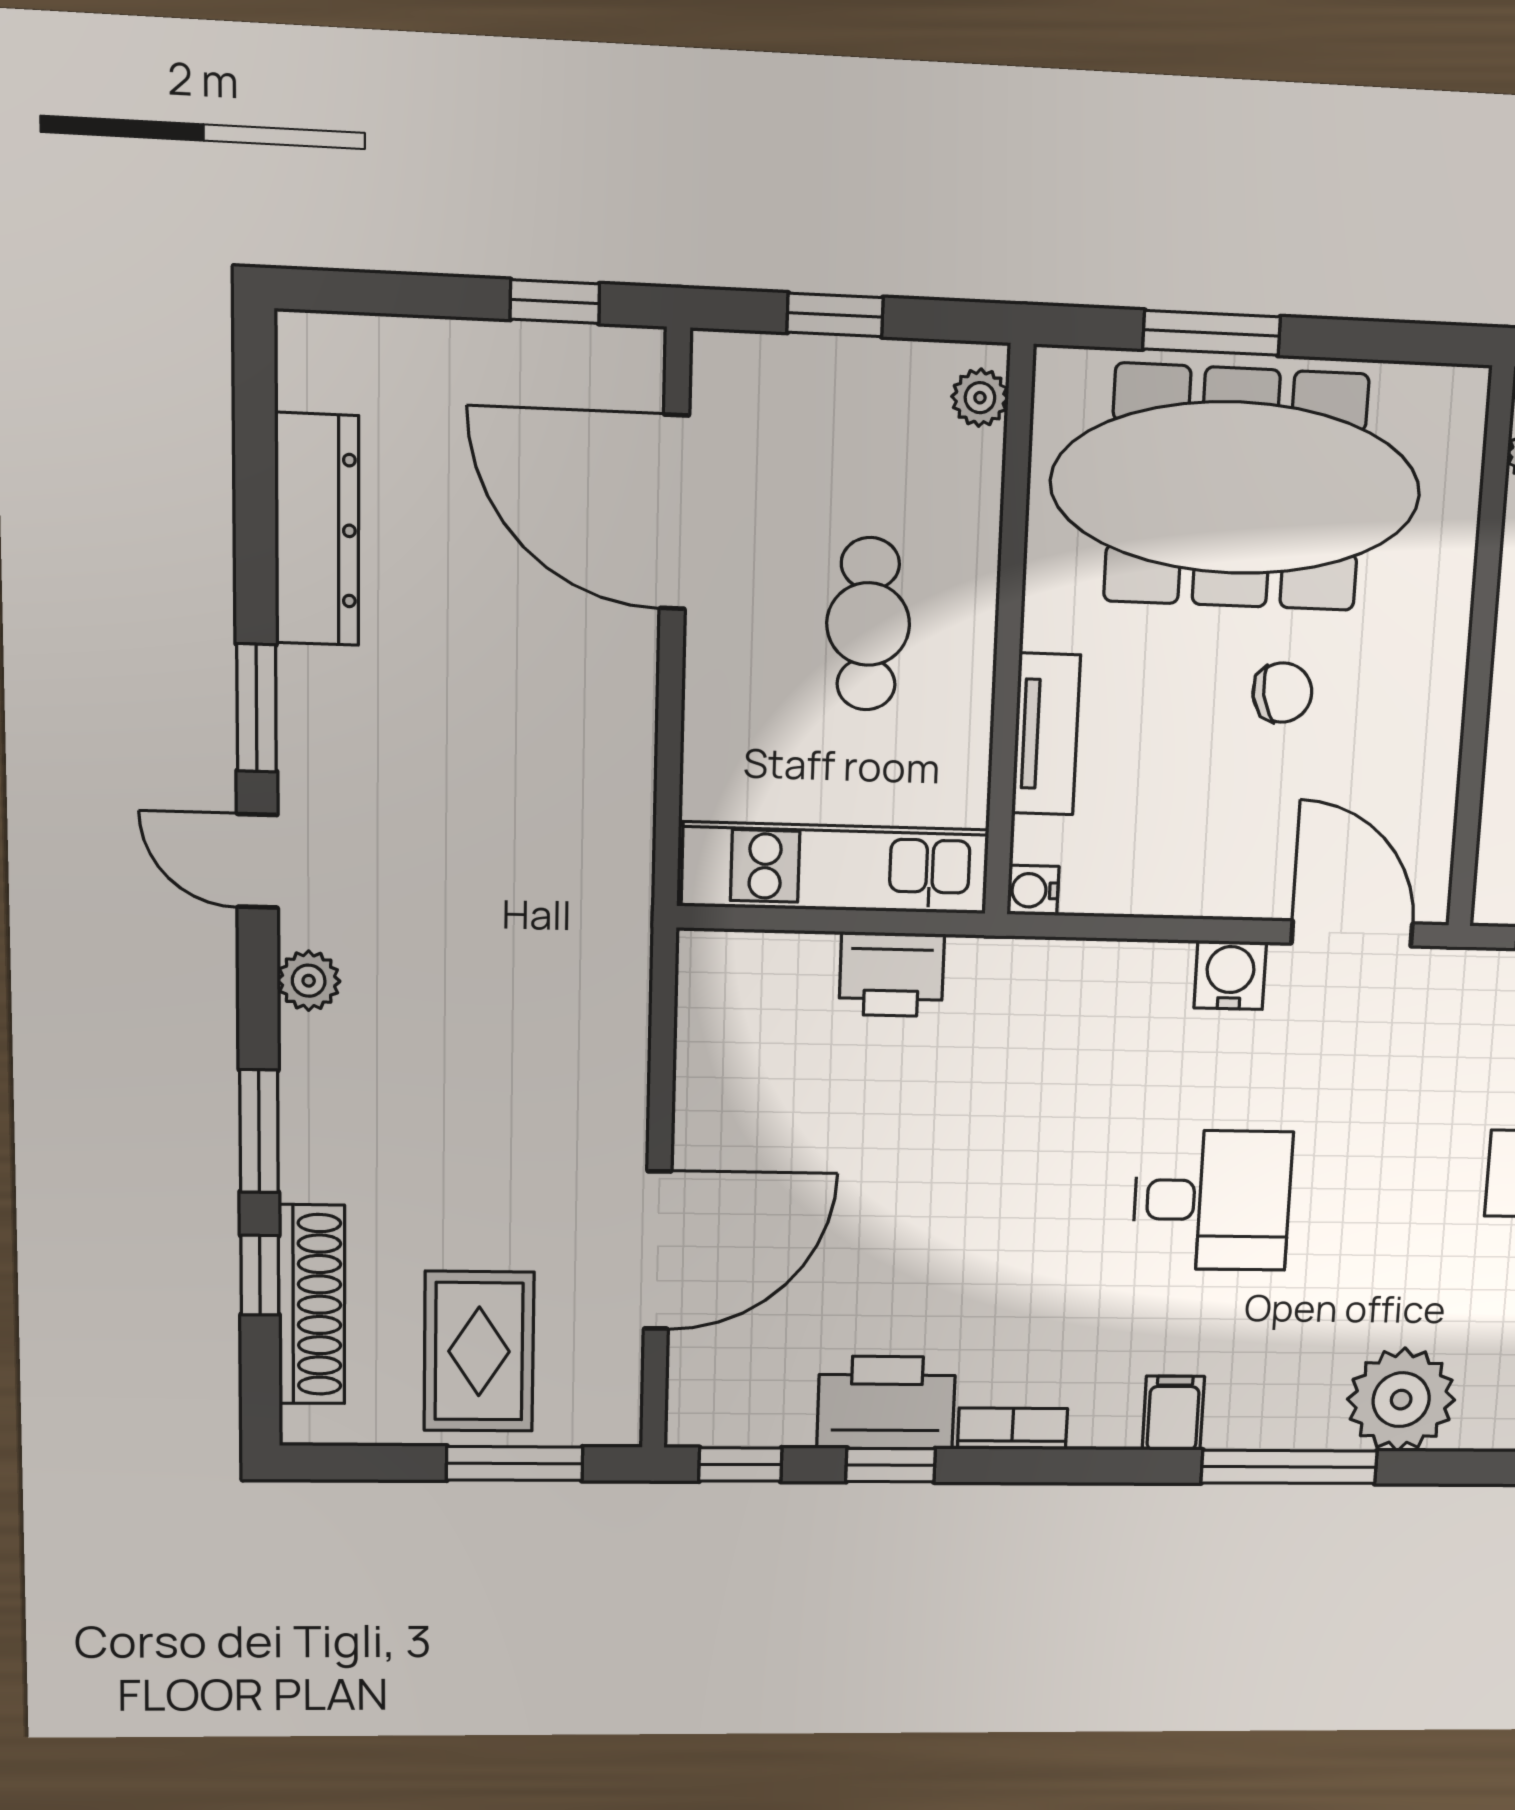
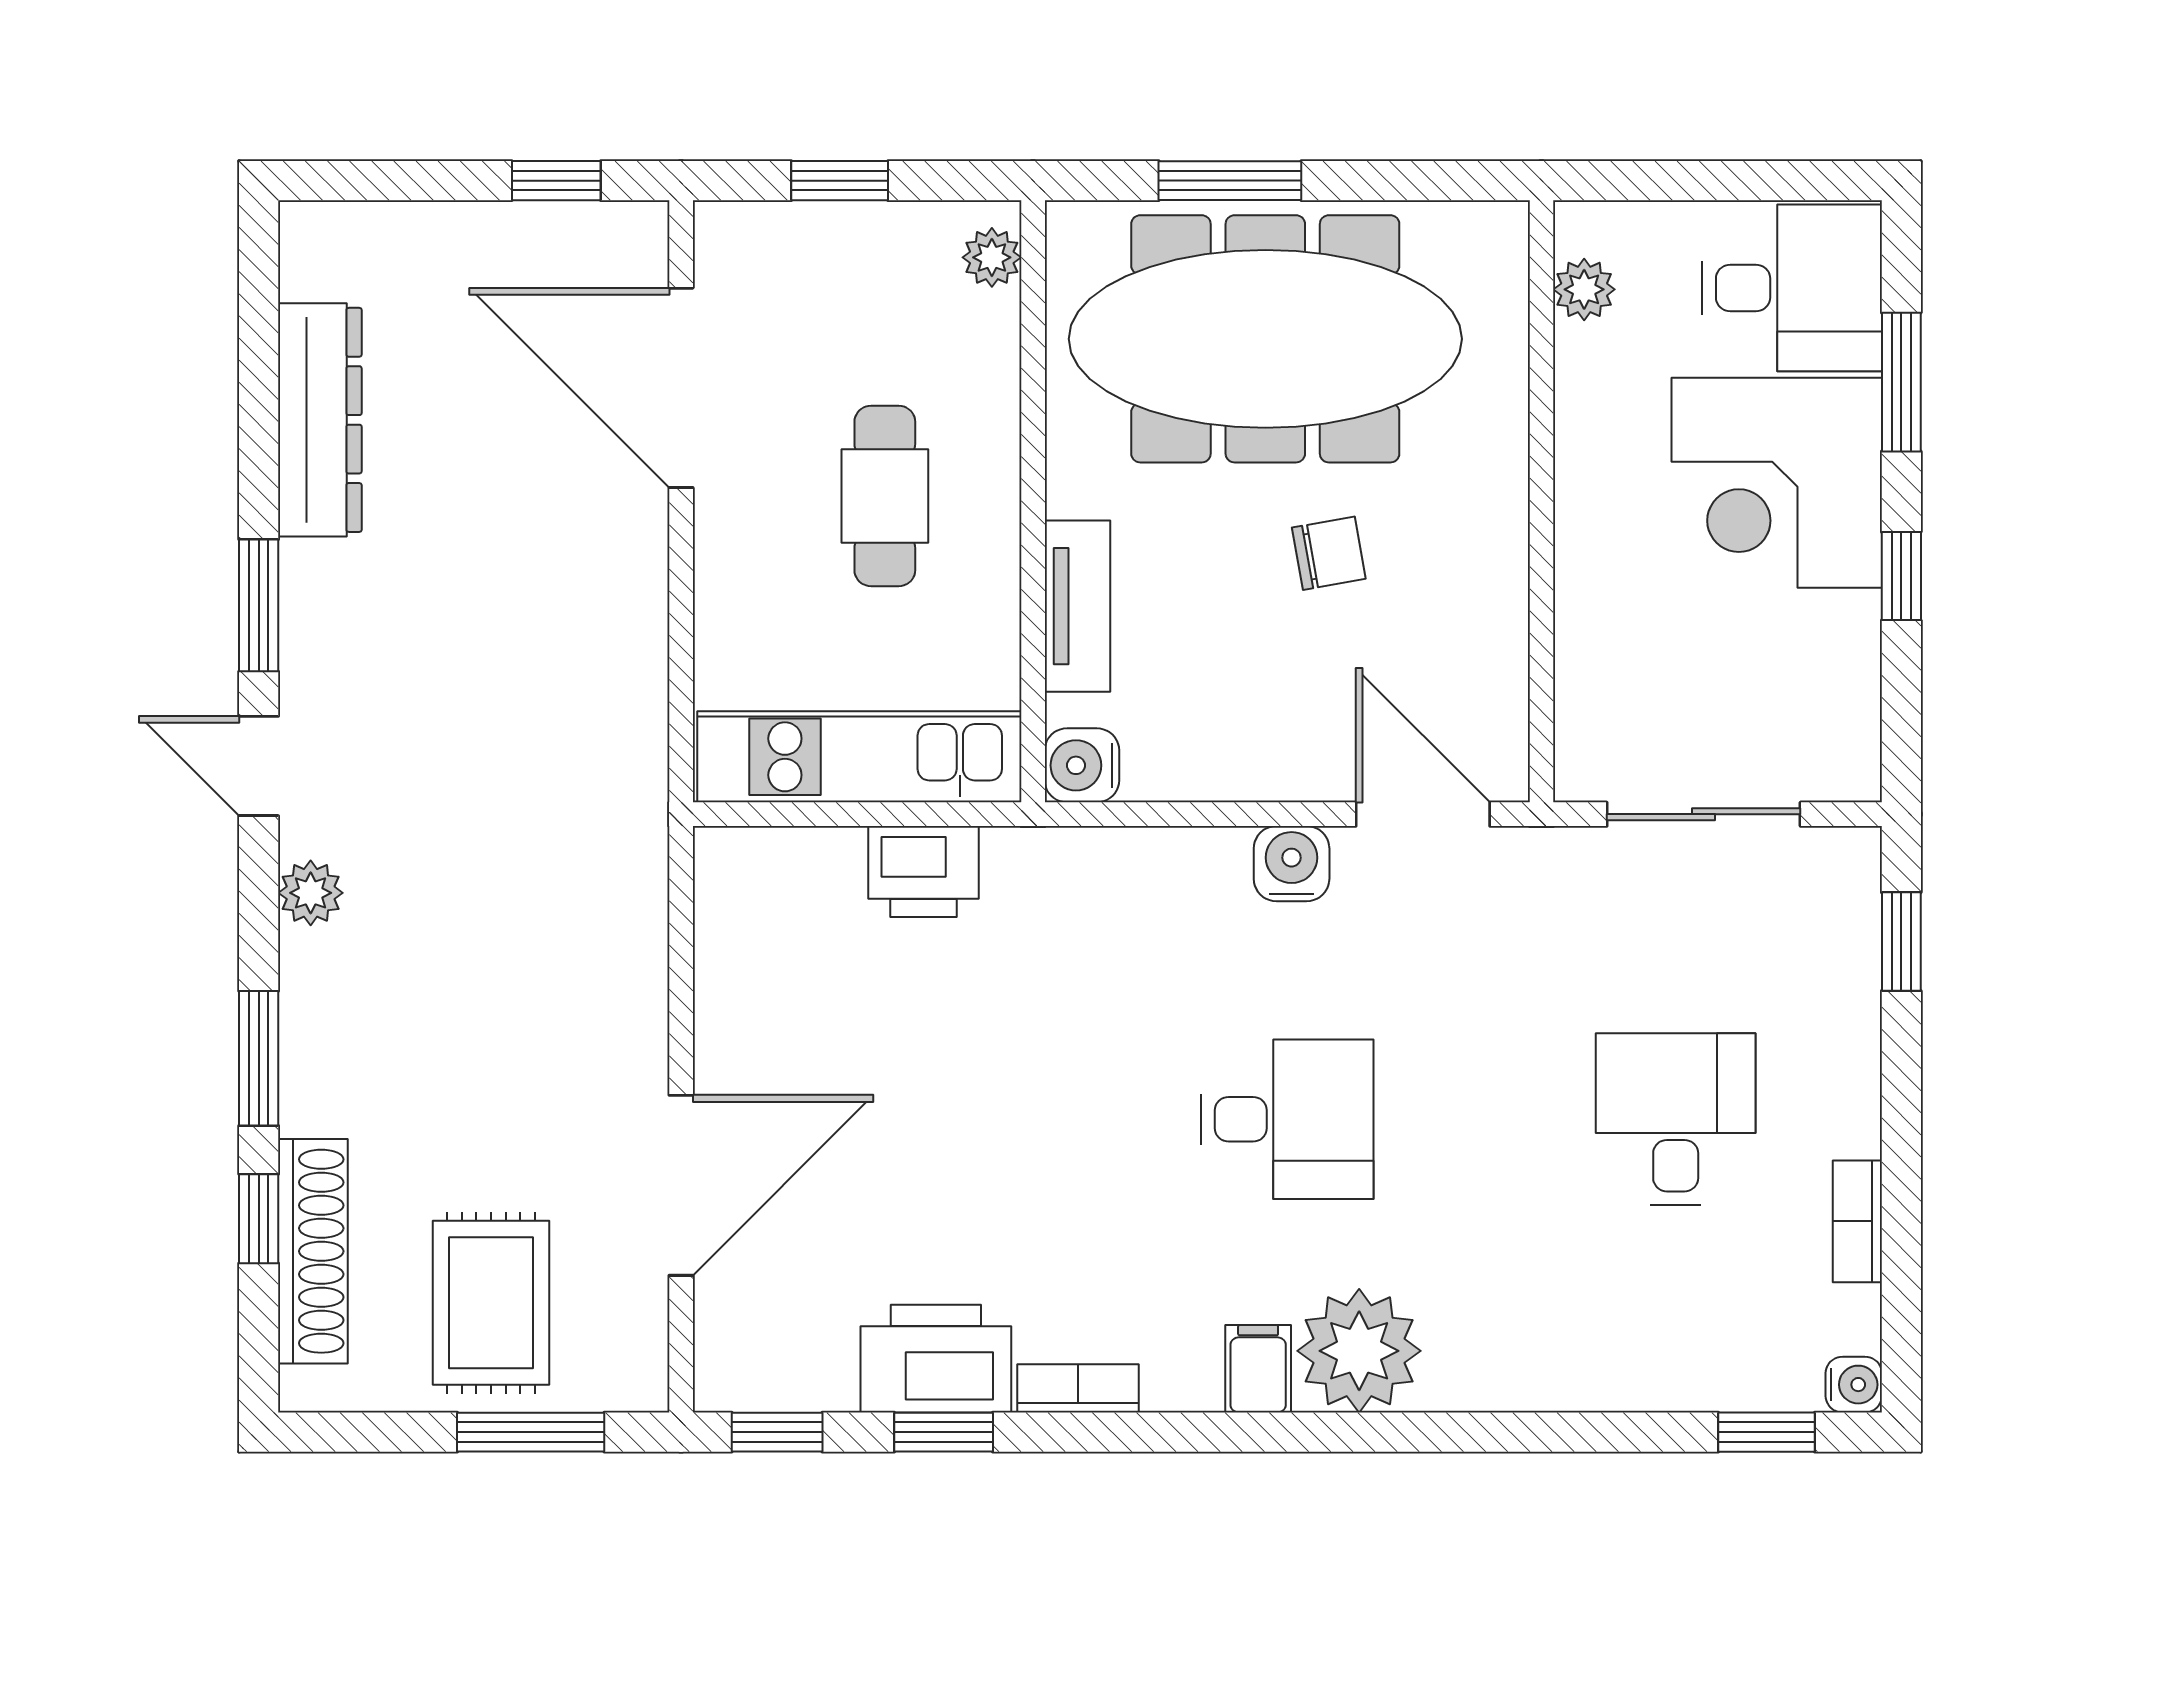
water cooler: (1033, 890) -> (1082, 765), width x1.38, depth x1.38
plant: (1401, 1400) -> (1359, 1351), moved
window: (1289, 1467) -> (1394, 1432), removed

